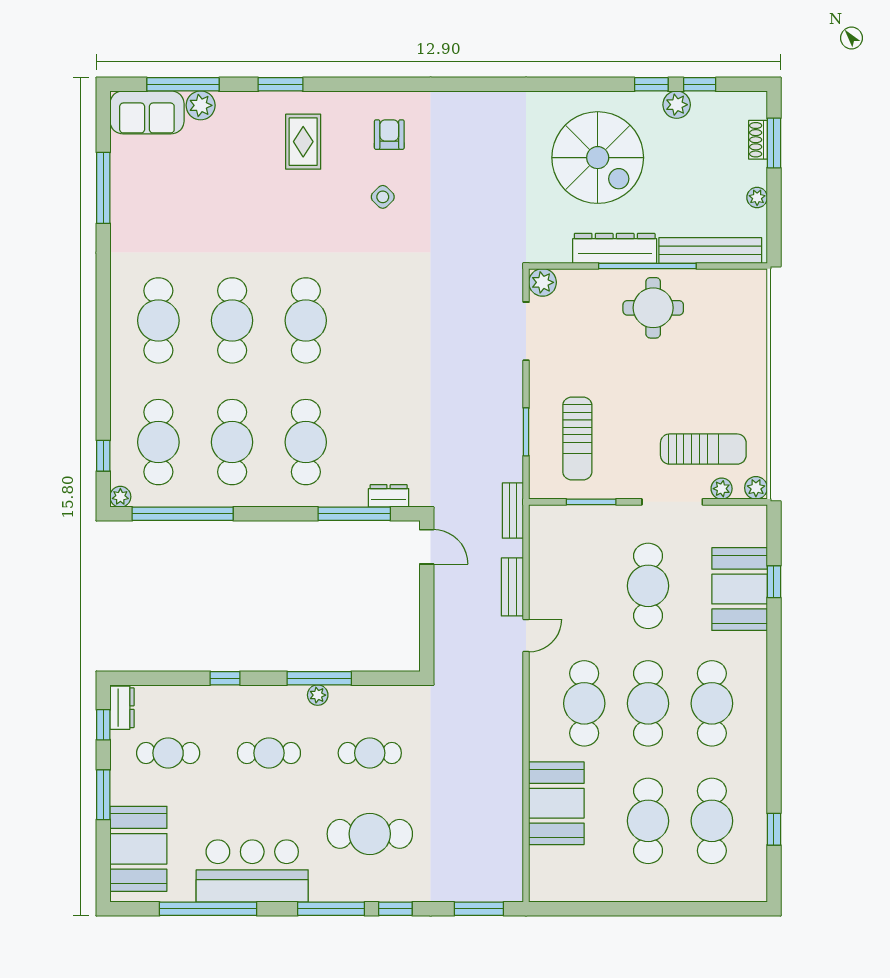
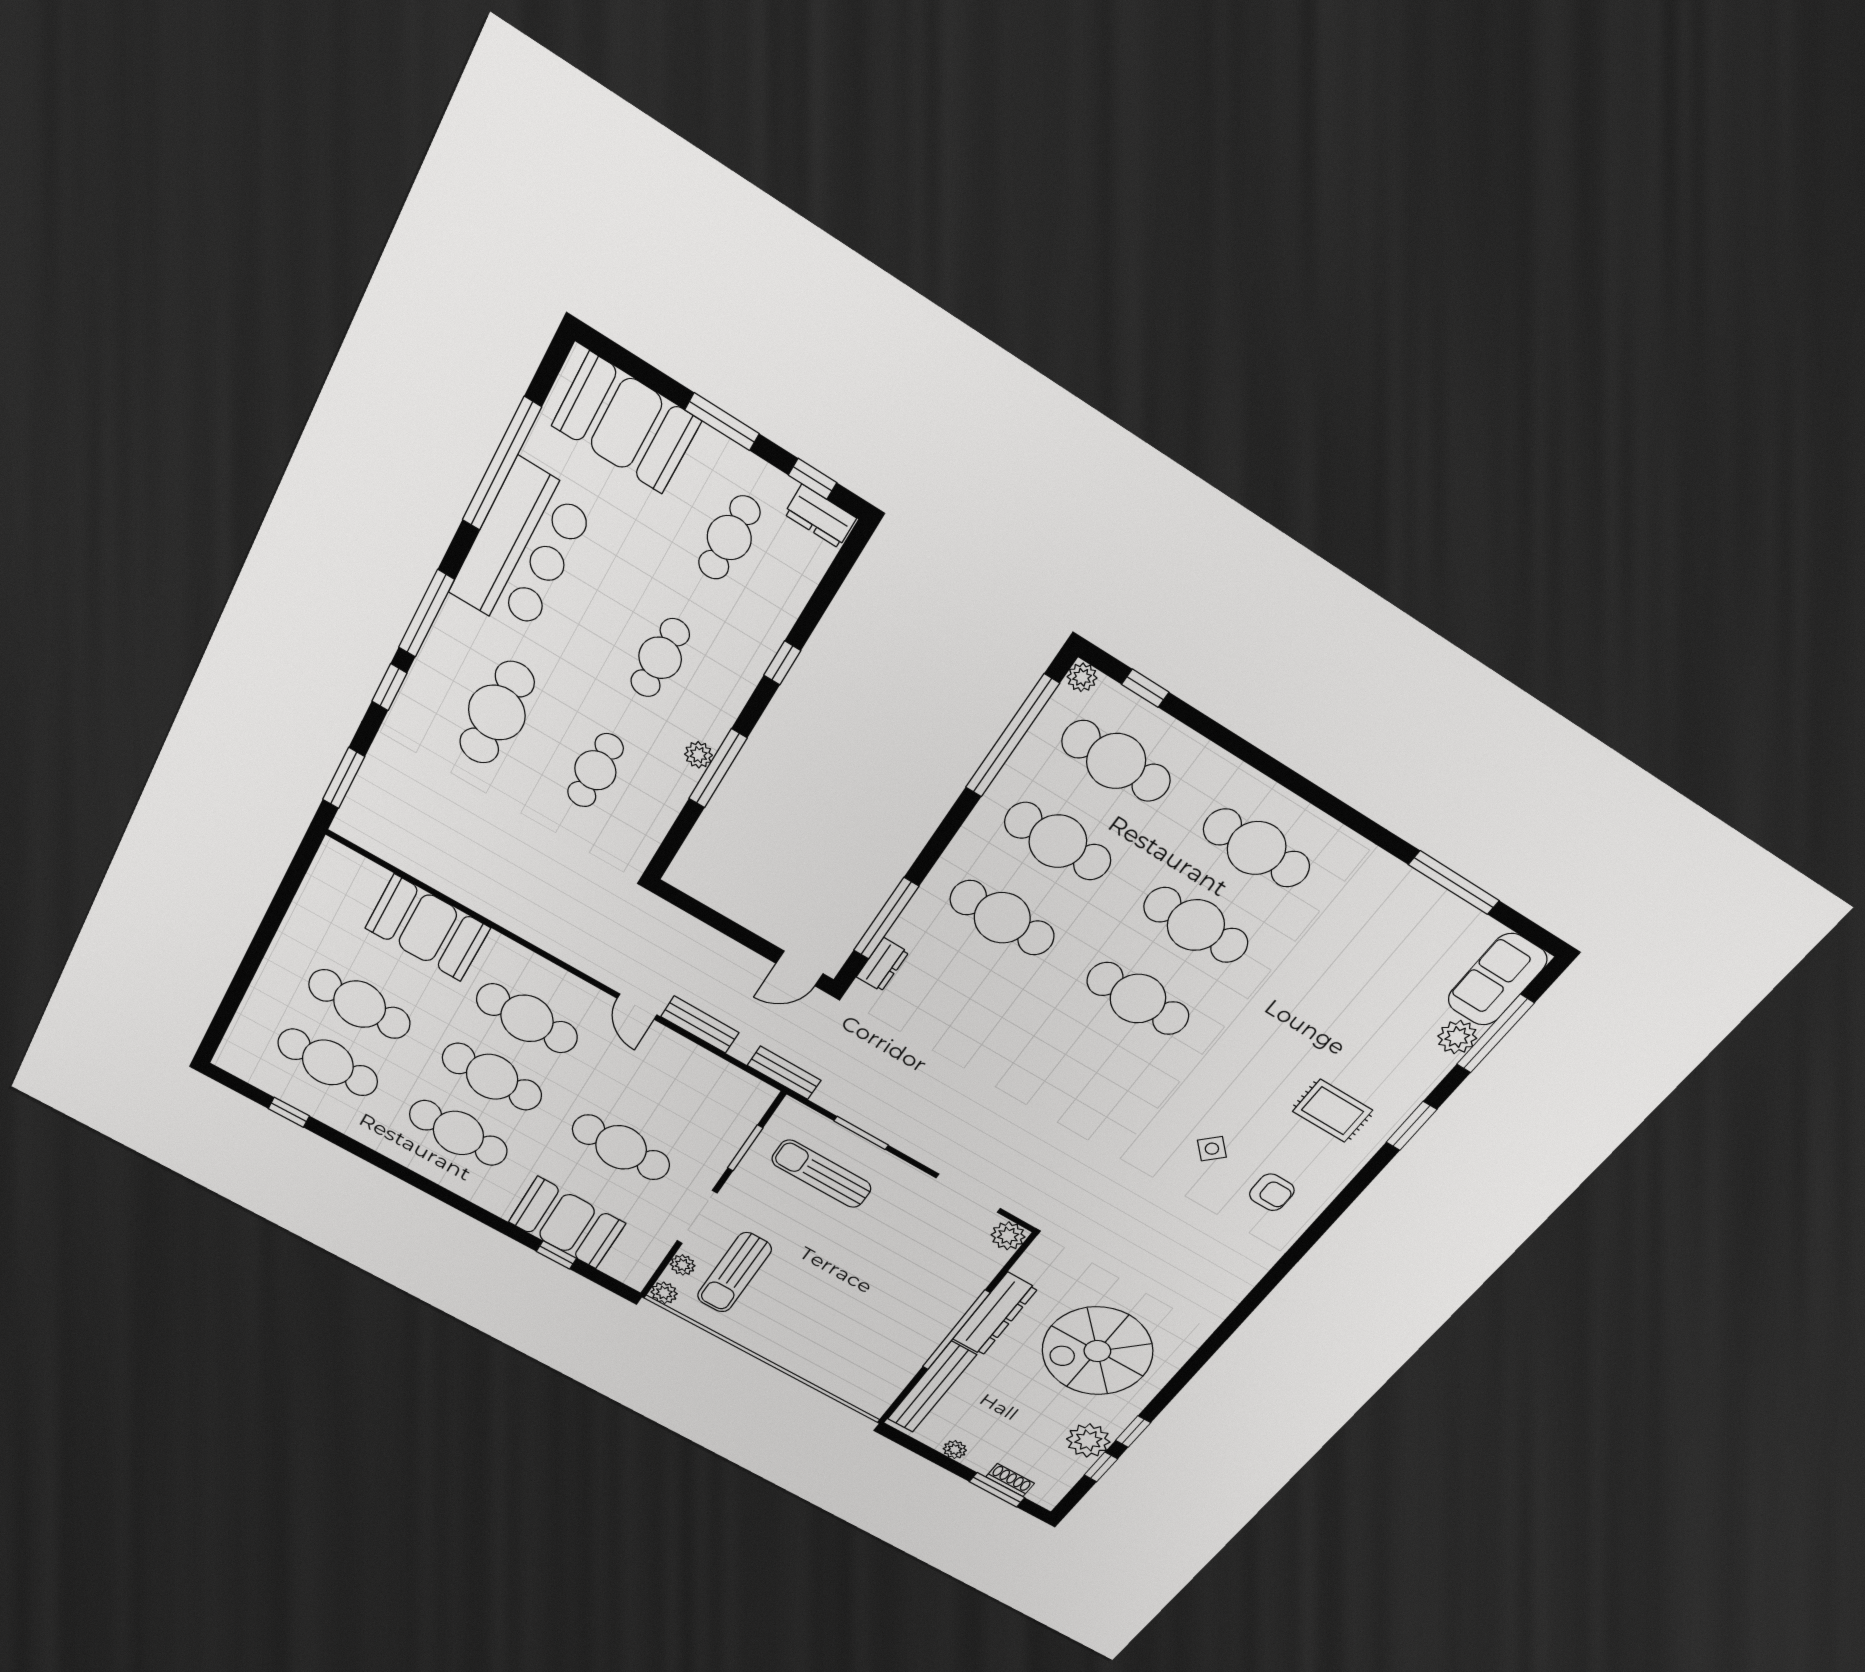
plant: (677, 105) -> (1088, 1440), width x1.36, depth x1.36
round table: (653, 308) -> (910, 1311), removed

